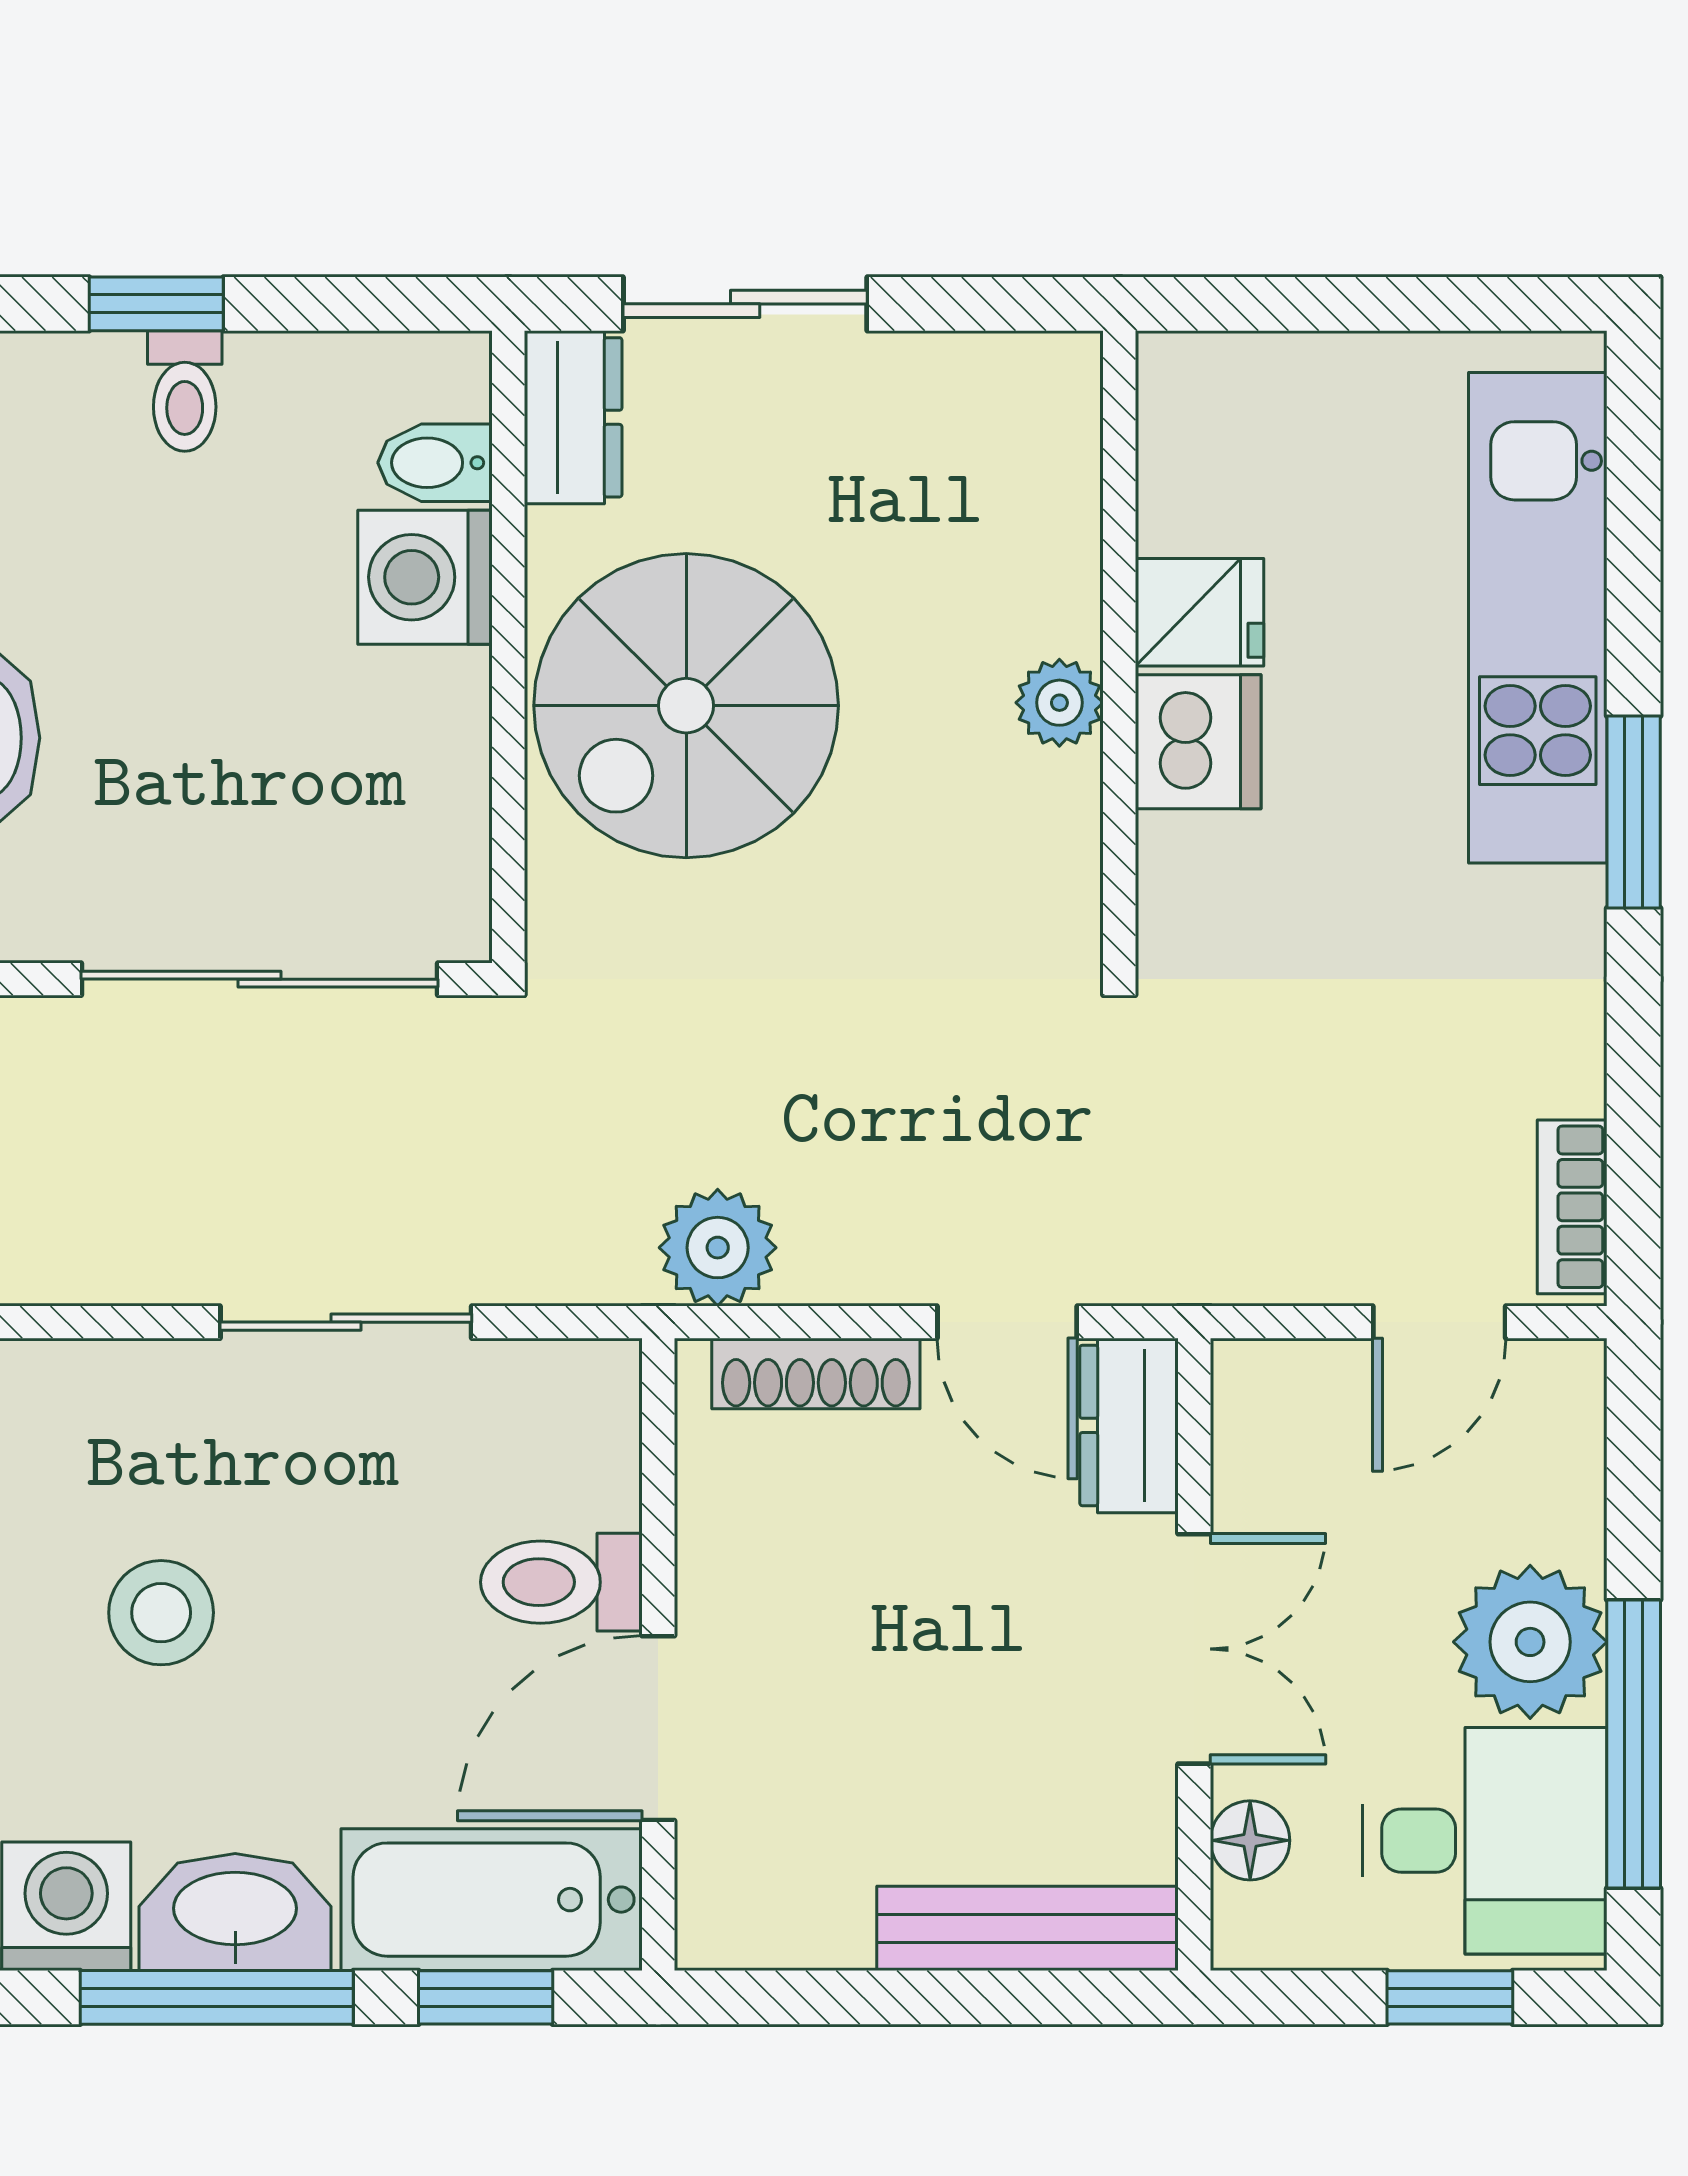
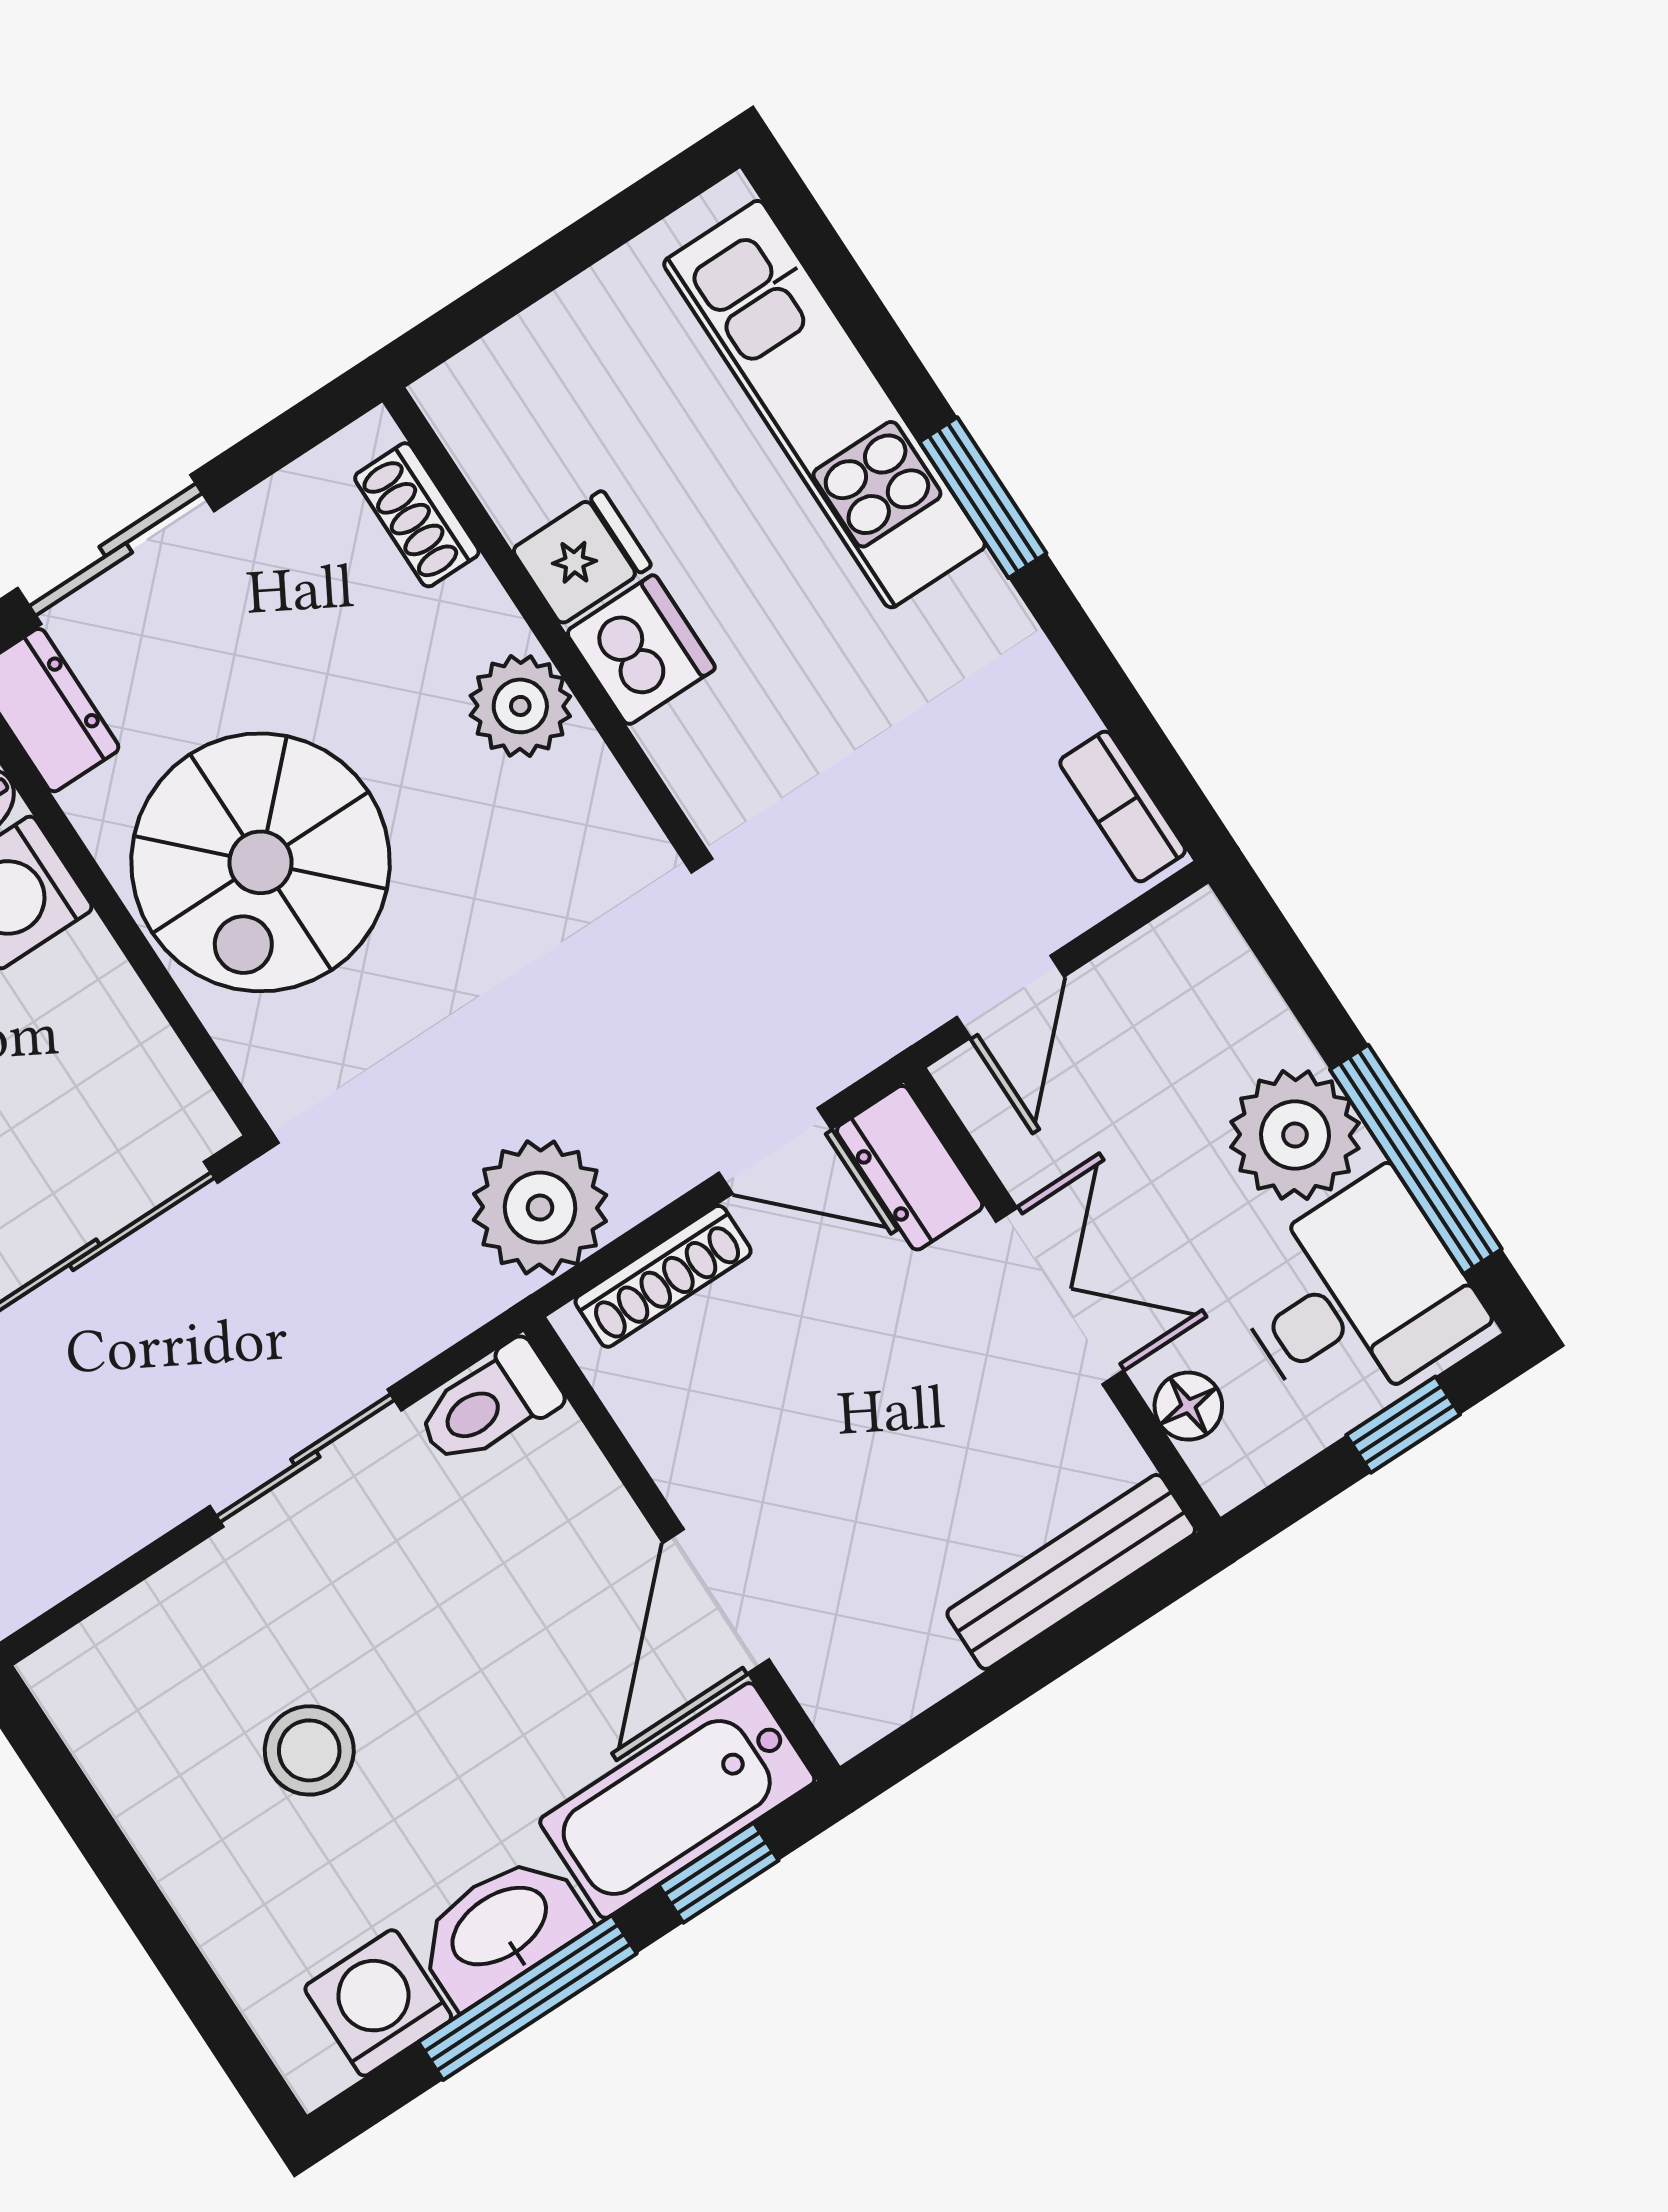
shoe rack: (1064, 464) -> (417, 515), added
plant: (1059, 703) -> (520, 706), width x1.38, depth x1.38
plant: (718, 1248) -> (540, 1208), width x1.36, depth x1.36
door: (1439, 1322) -> (1010, 997), moved
toilet: (561, 1582) -> (489, 1404), moved

